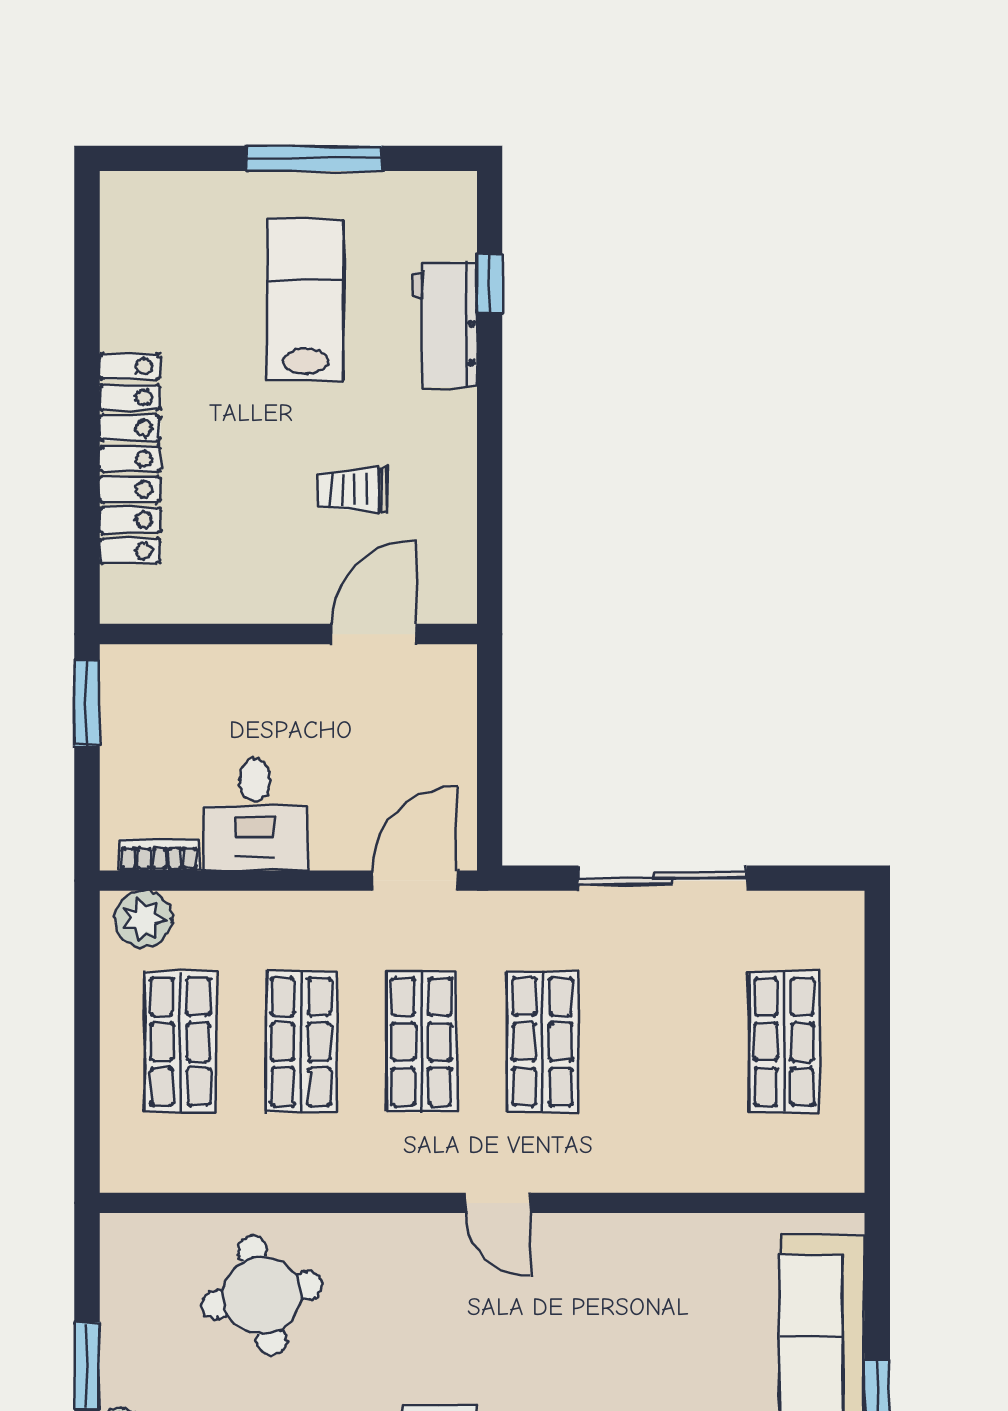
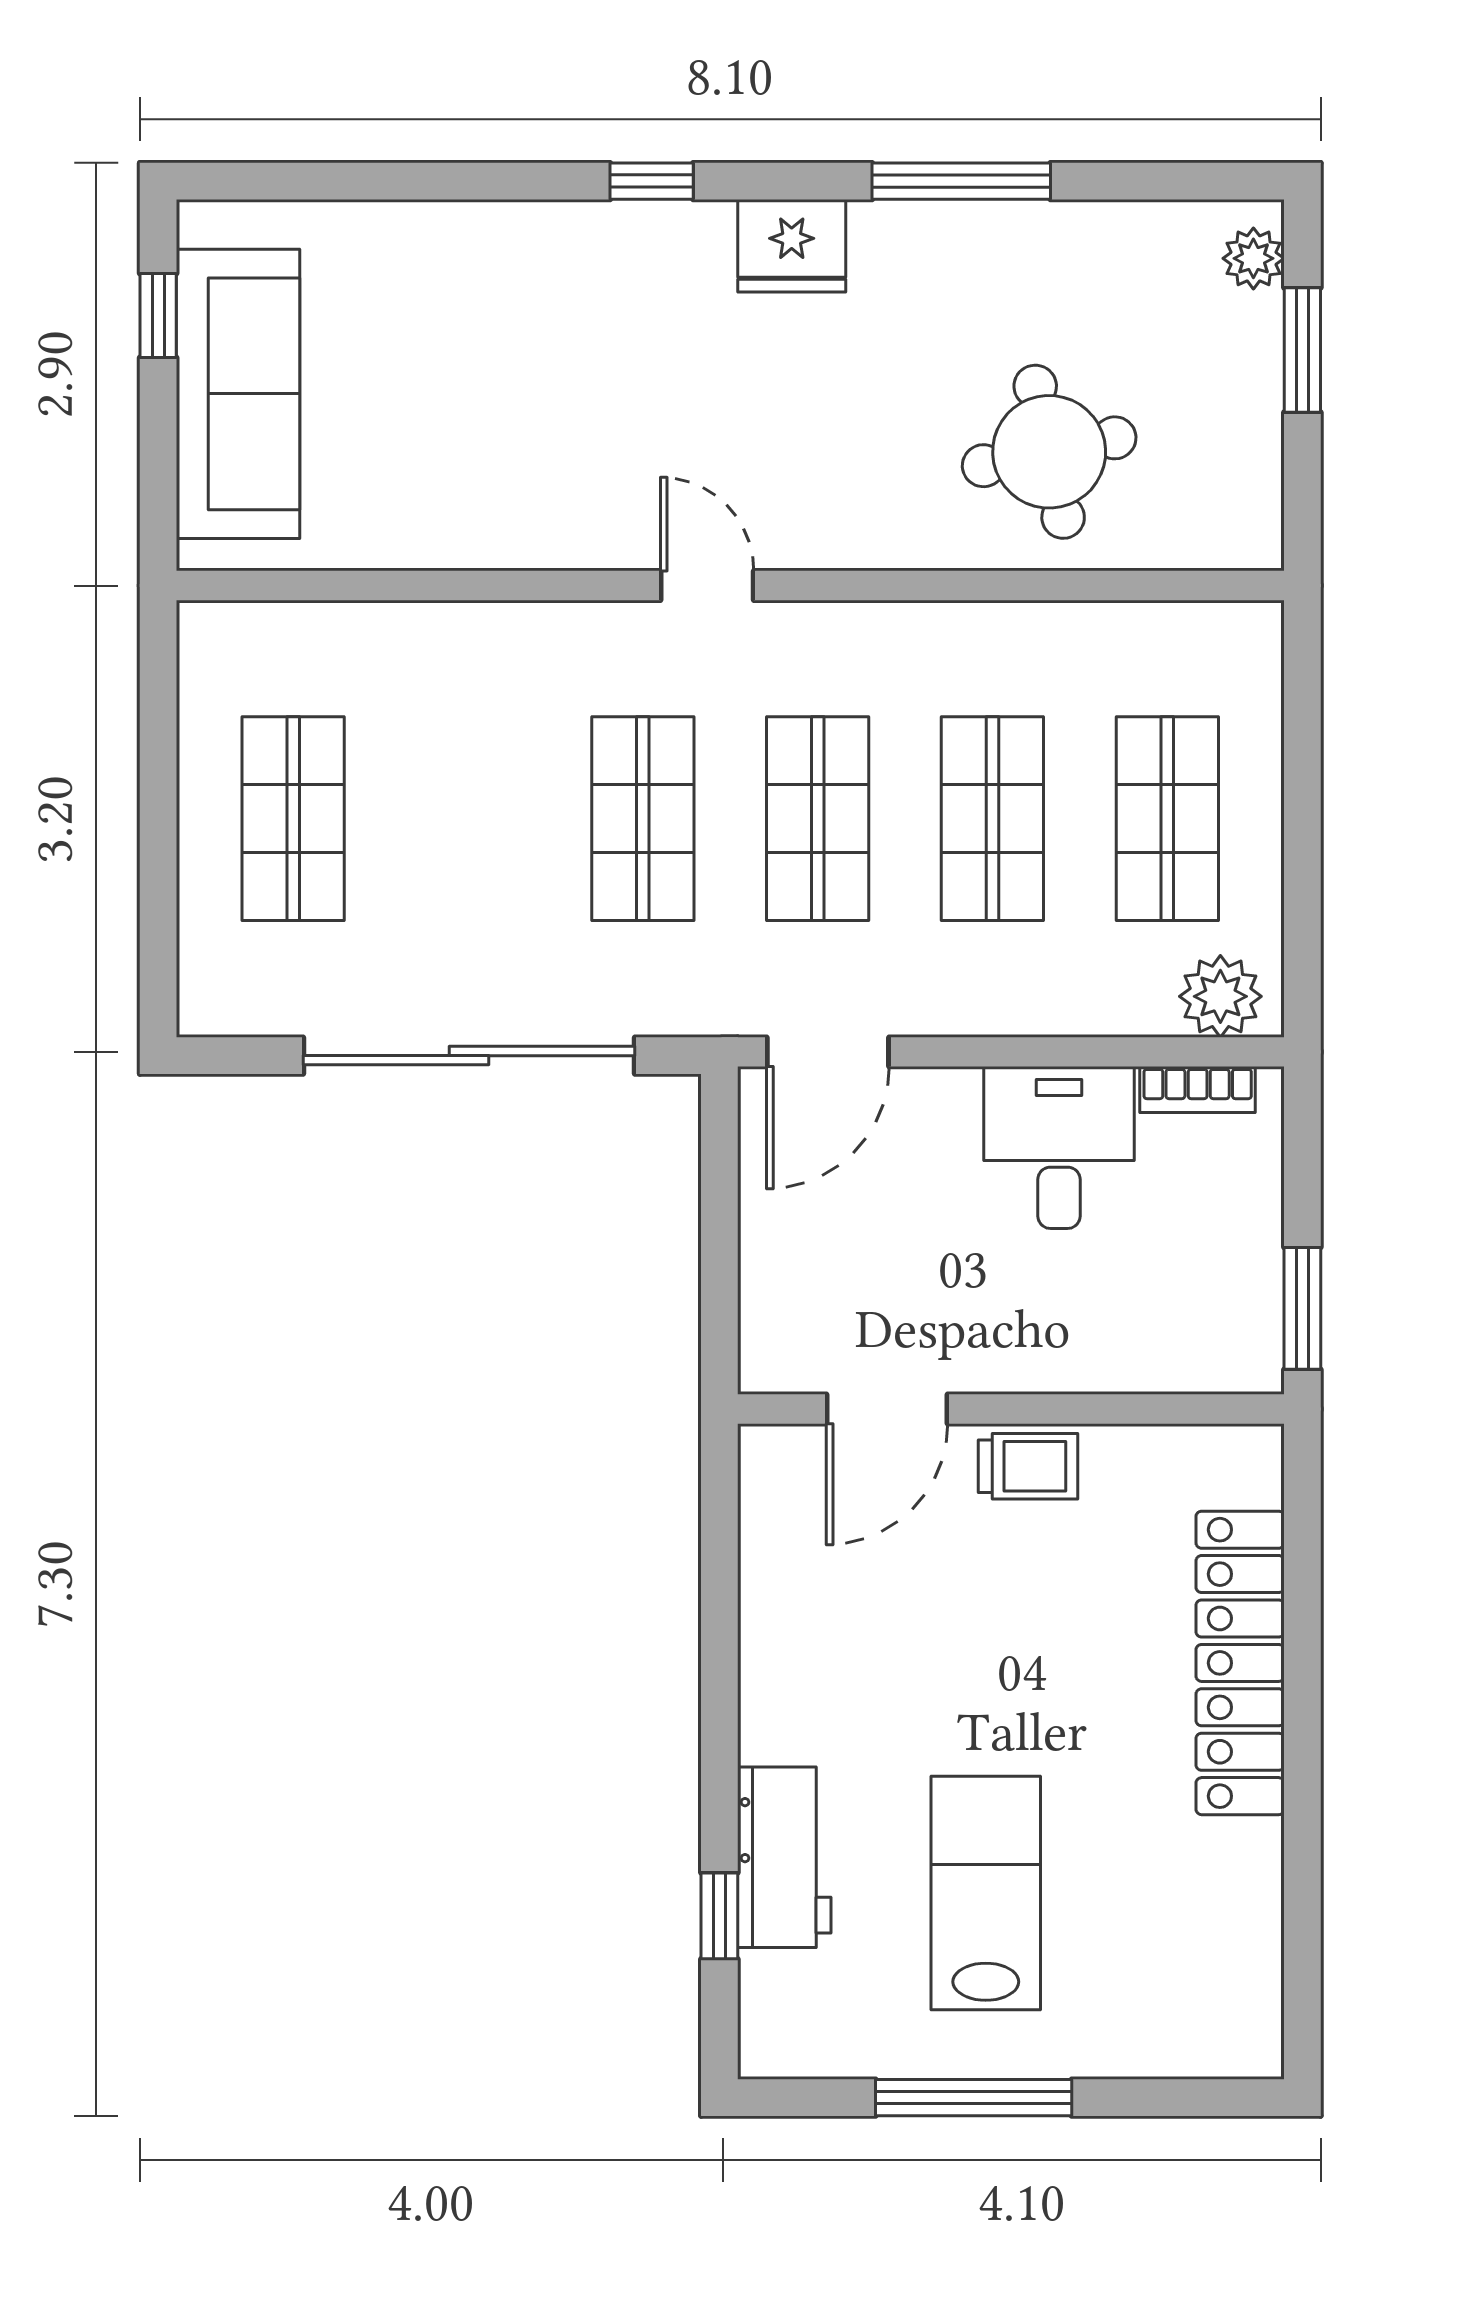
lab bench: (306, 300) -> (986, 1893), turned 180
trolley: (353, 490) -> (1028, 1466), moved
sliding door: (663, 878) -> (469, 1056), width x1.36

